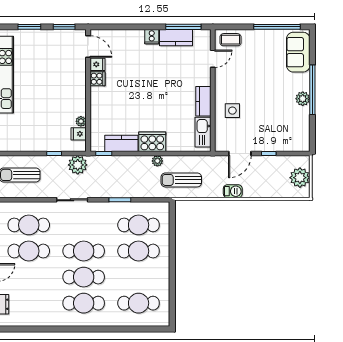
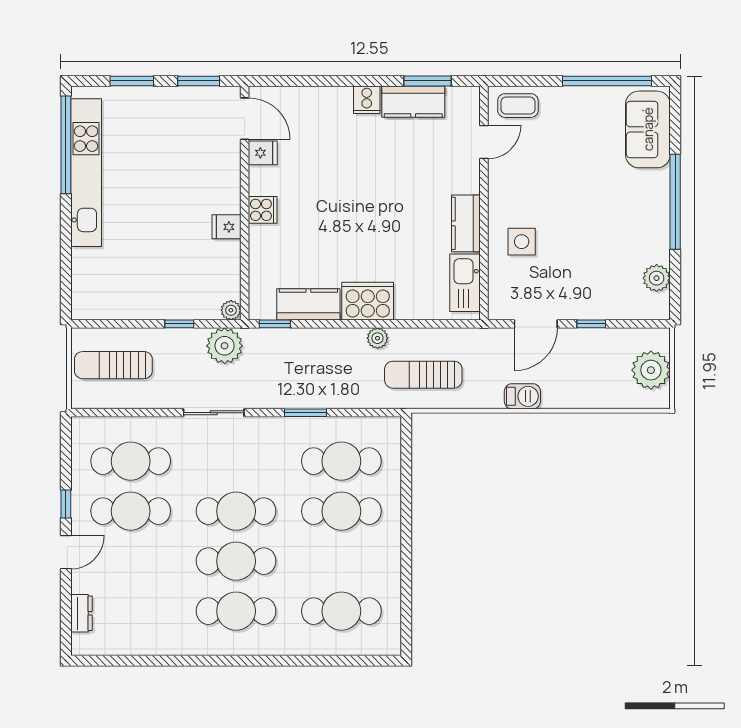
window: (183, 27) -> (427, 81), width x0.69
cooker: (98, 79) -> (263, 210), moved
plant: (303, 99) -> (657, 278), moved
plant: (81, 121) -> (231, 310), moved
fridge: (79, 134) -> (227, 227), moved

